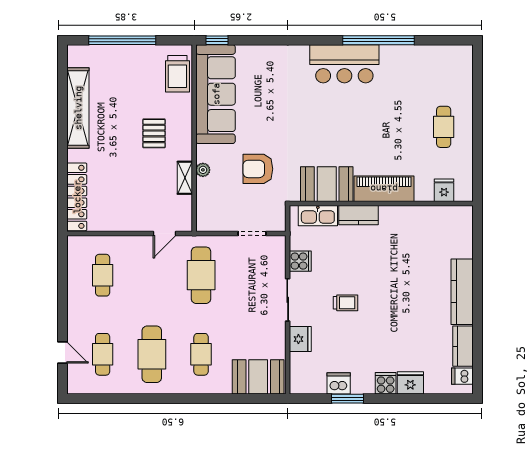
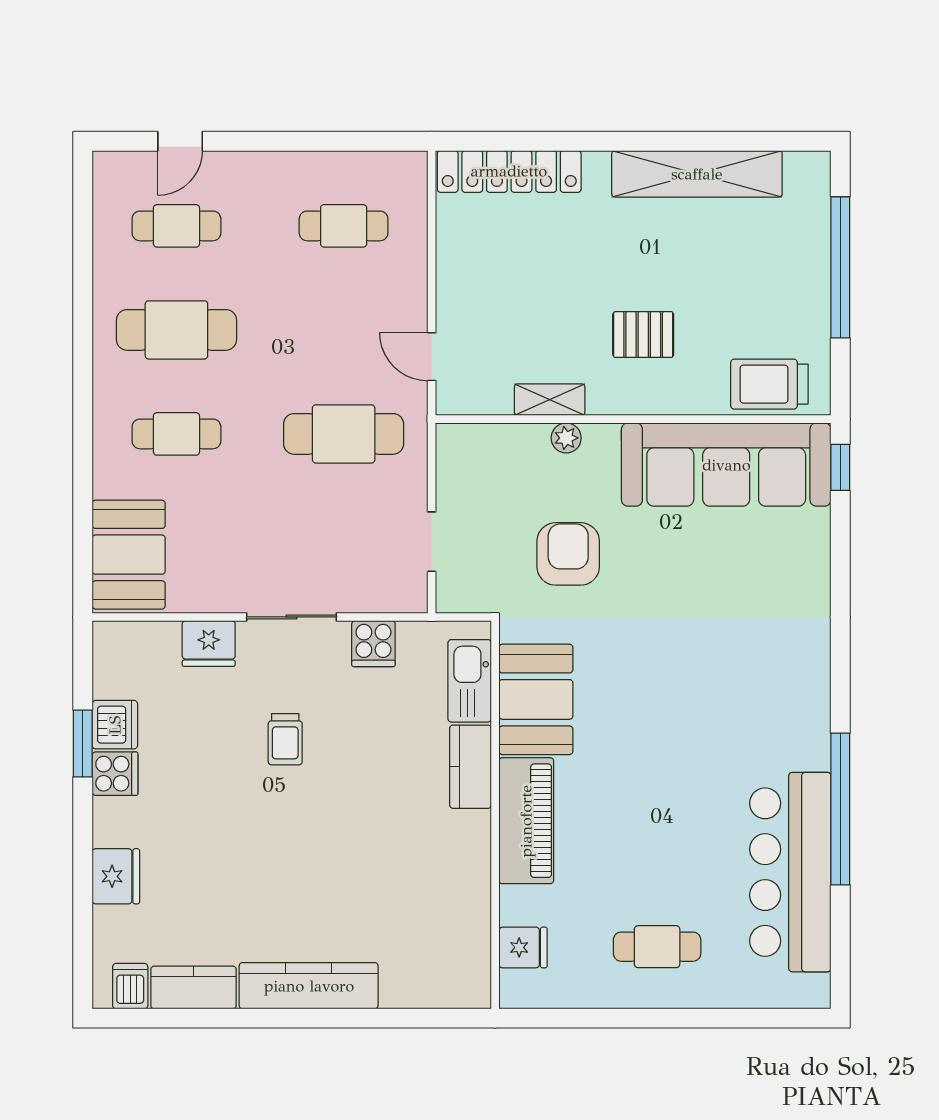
bar counter: (344, 64) -> (790, 872), moved, width x1.36
cooker: (386, 383) -> (115, 774), moved

